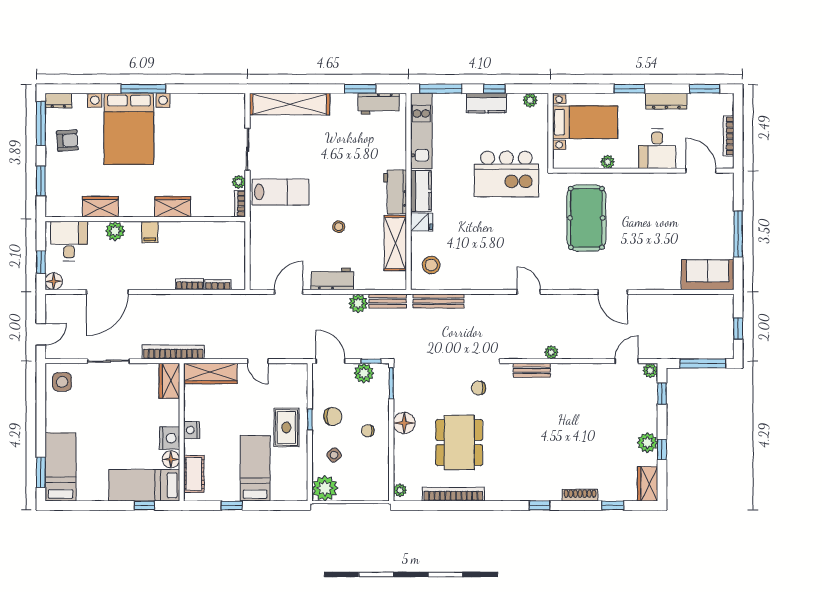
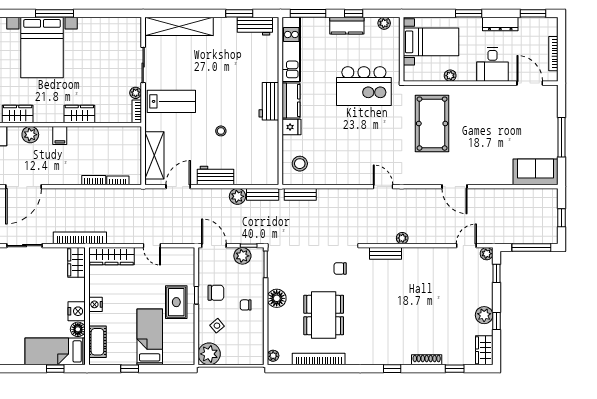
shelving: (395, 243) -> (154, 155), moved
bench: (438, 301) -> (300, 194), width x0.73

